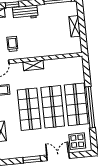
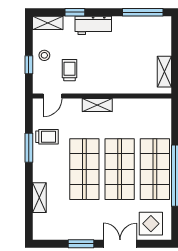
shelving: (75, 26) -> (164, 72), moved

